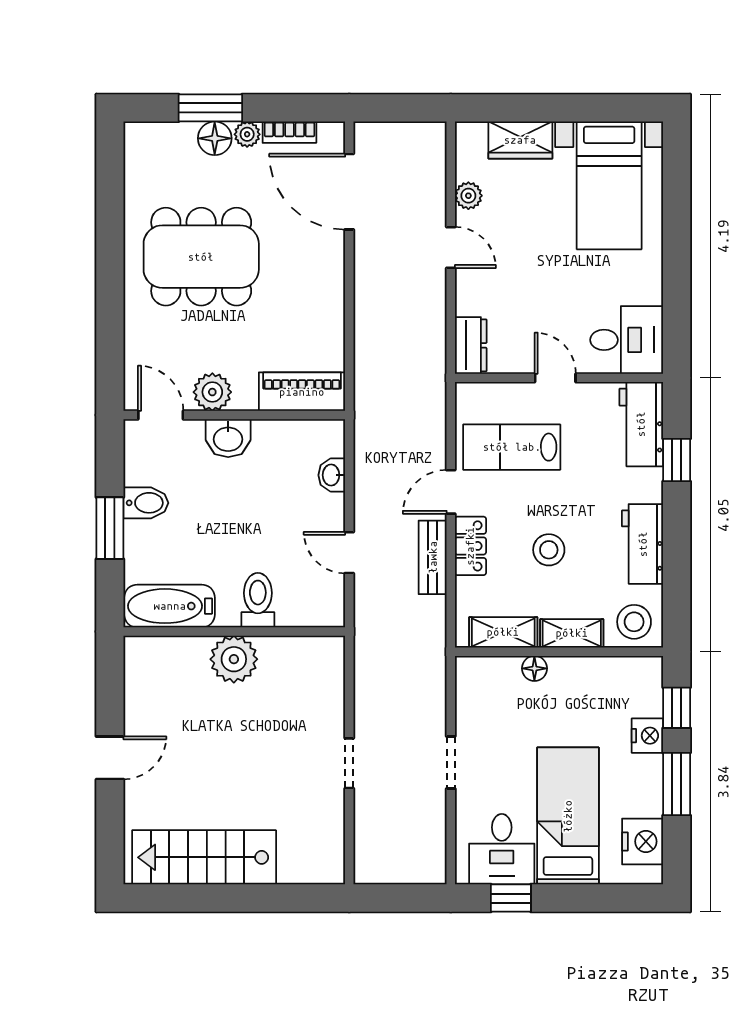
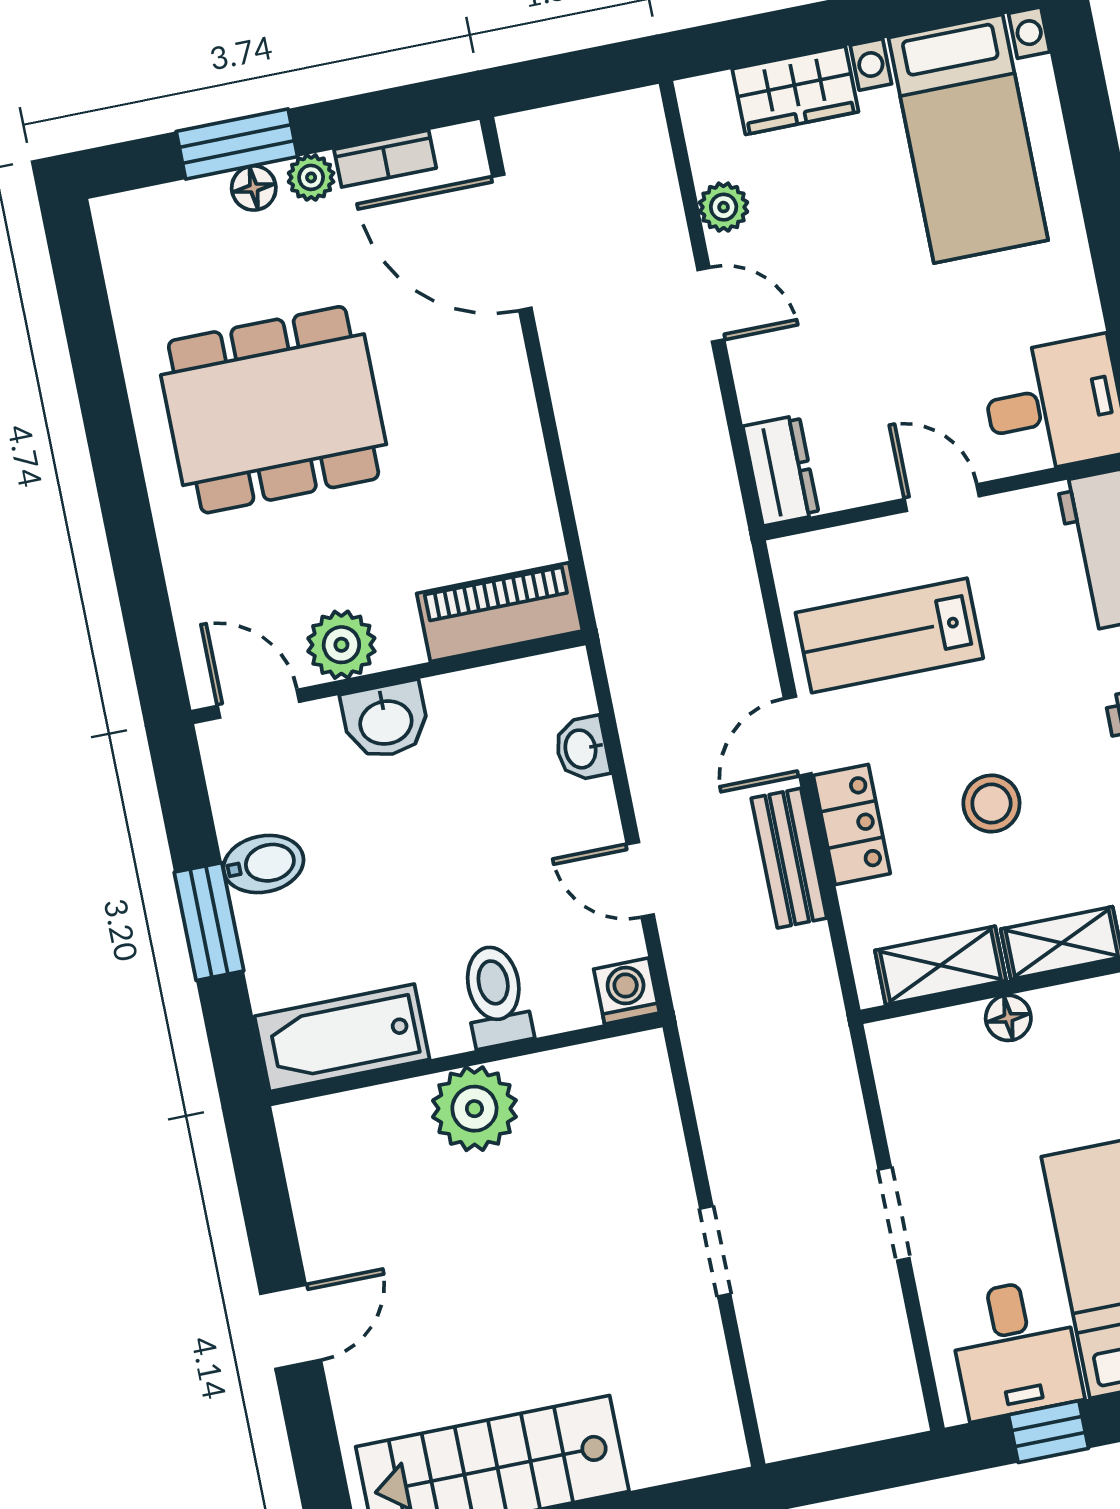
floor lamp: (215, 138) -> (254, 188), width x0.73, depth x0.73
washing machine: (330, 612) -> (627, 991), added

